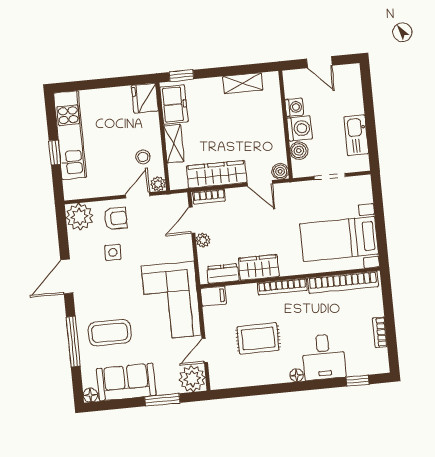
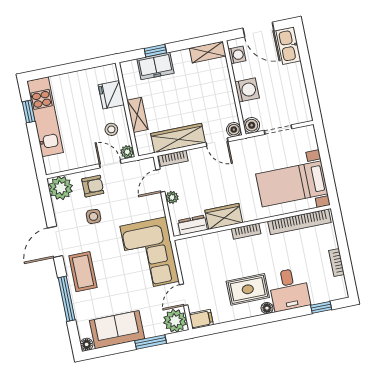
door: (319, 62) -> (258, 30), width x1.37
window: (181, 76) -> (155, 51), moved
shelving: (243, 83) -> (208, 52), moved
fridge: (145, 98) -> (111, 95), moved
freezer: (174, 104) -> (155, 66), moved, turned 90
washing machine: (294, 107) -> (237, 55), moved
kitchen sink: (356, 135) -> (289, 46), moved
boiler: (299, 151) -> (252, 125), moved
window: (55, 153) -> (29, 112), moved
door: (138, 195) -> (110, 164), hinge flipped
bookcase: (282, 287) -> (246, 231), width x0.64
filing cabinet: (213, 296) -> (201, 319), moved
coffee table: (110, 333) -> (83, 272), moved, turned 90
rug: (258, 338) -> (248, 289), moved

